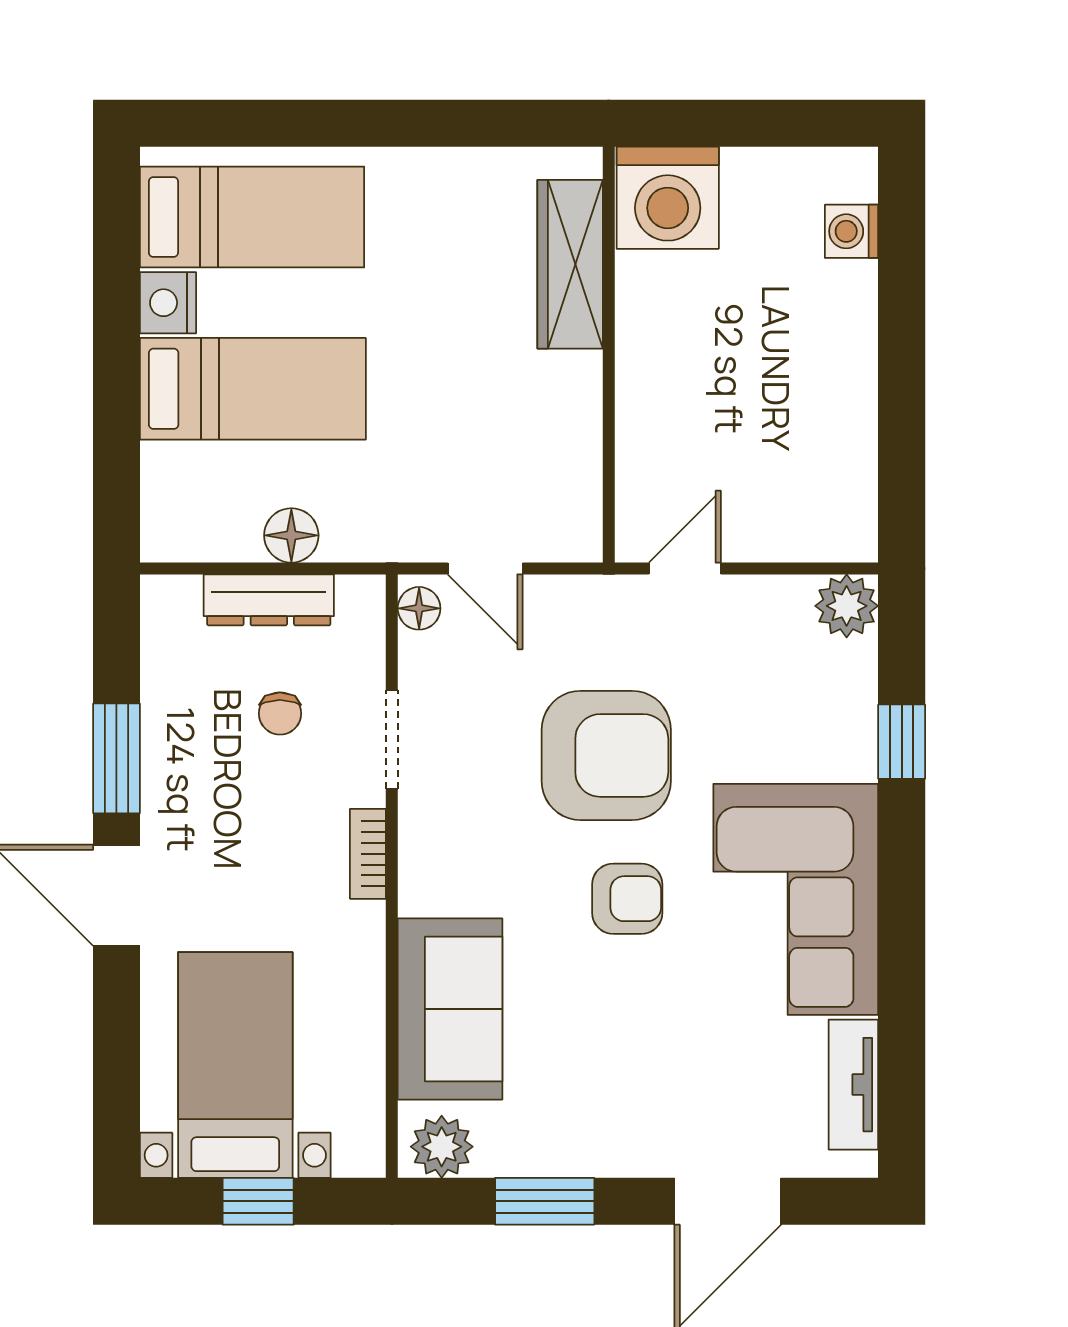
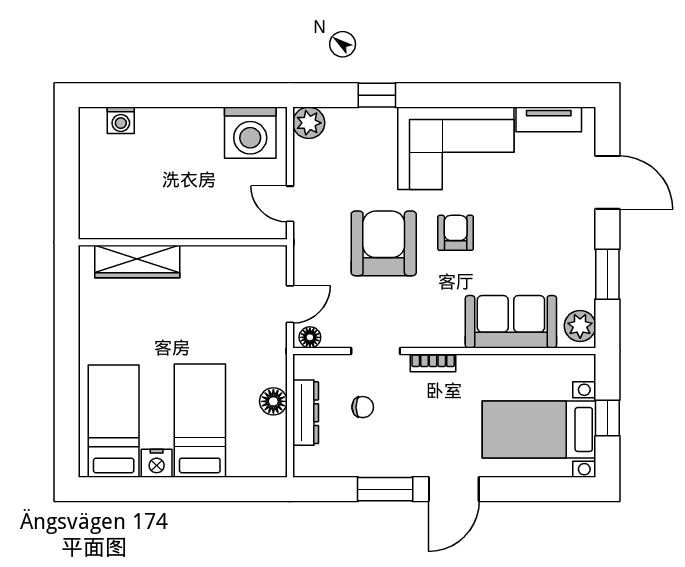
washing machine: (668, 198) -> (250, 133), moved, turned 90

